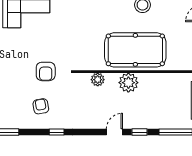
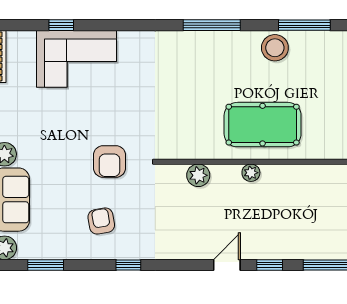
pool table: (135, 50) -> (263, 125), width x0.73, depth x0.76
plant: (128, 83) -> (251, 173), width x0.53, depth x0.53

